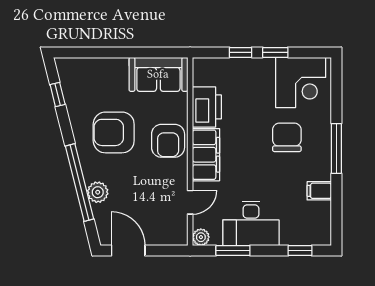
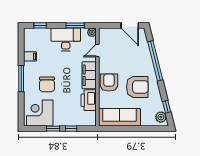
sofa: (158, 74) -> (120, 117), width x1.36
plant: (98, 192) -> (161, 117), moved

